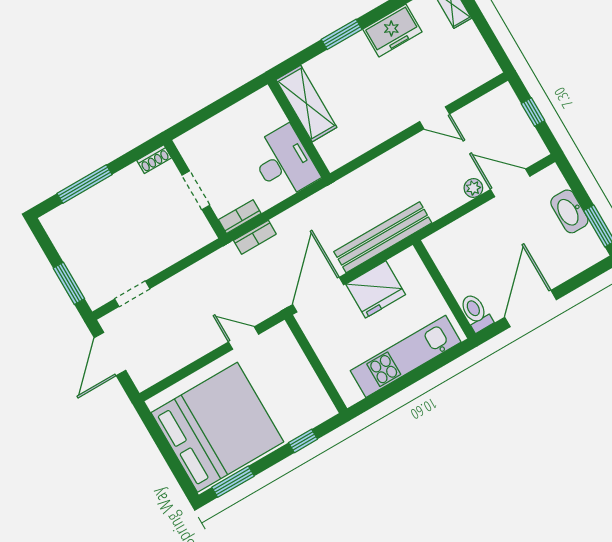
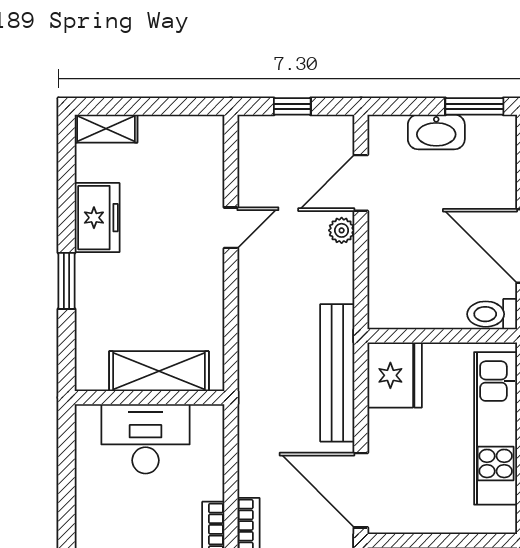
shelving: (306, 103) -> (159, 371), moved
desk: (284, 162) -> (146, 439), moved
fridge: (376, 289) -> (395, 375), moved

